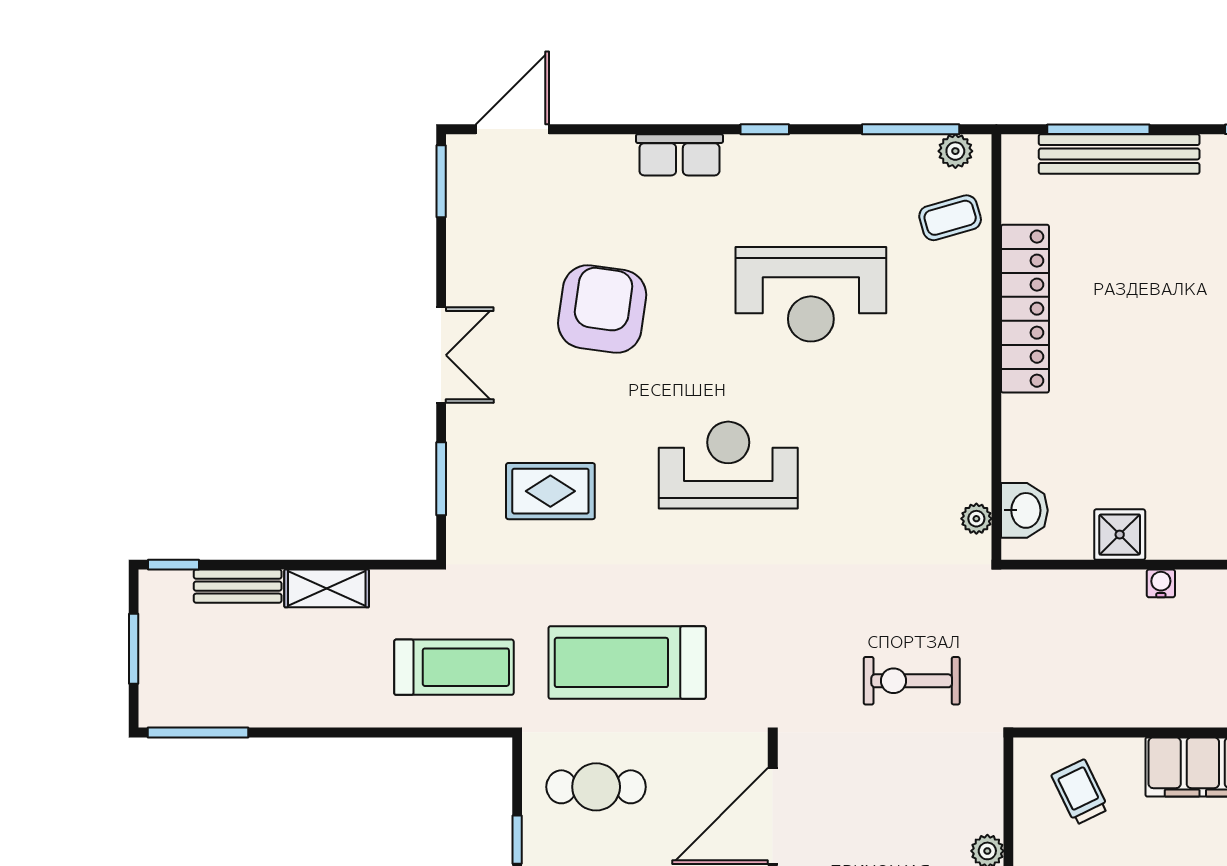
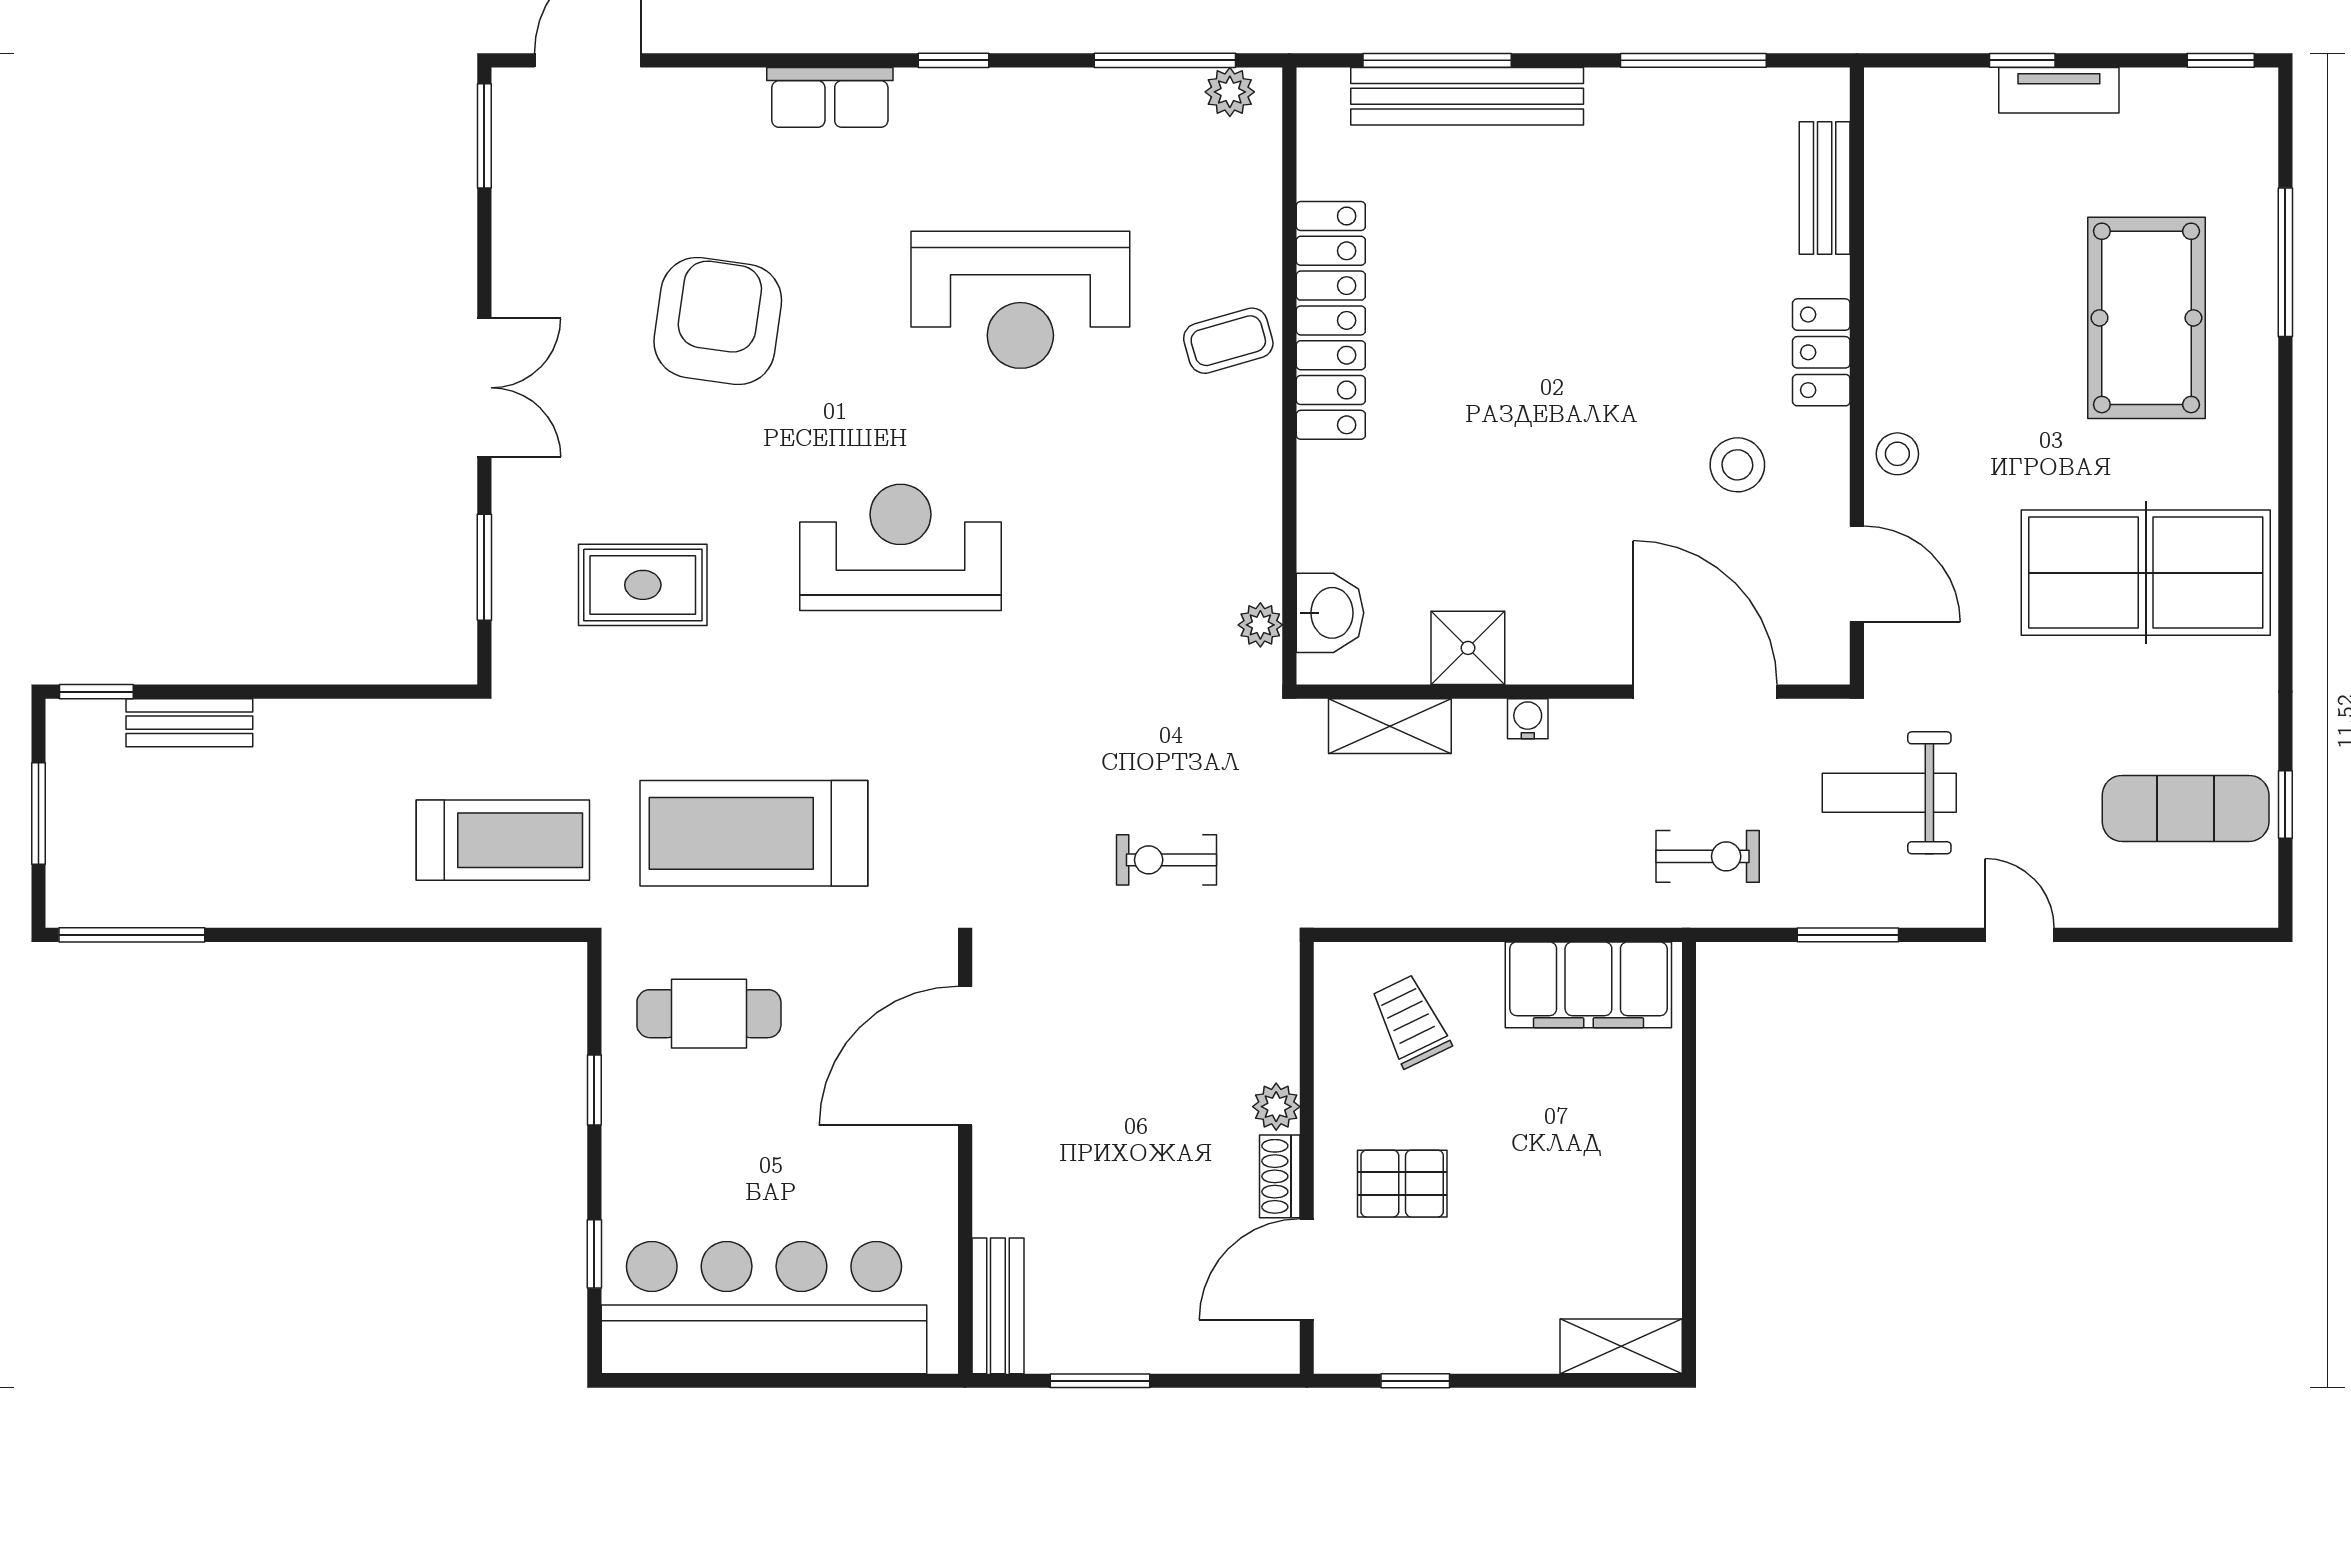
coffee table: (950, 218) -> (1228, 341), moved
shelving: (327, 588) -> (1390, 726), moved
exercise bike: (912, 681) -> (1166, 860), width x0.73, depth x0.72

